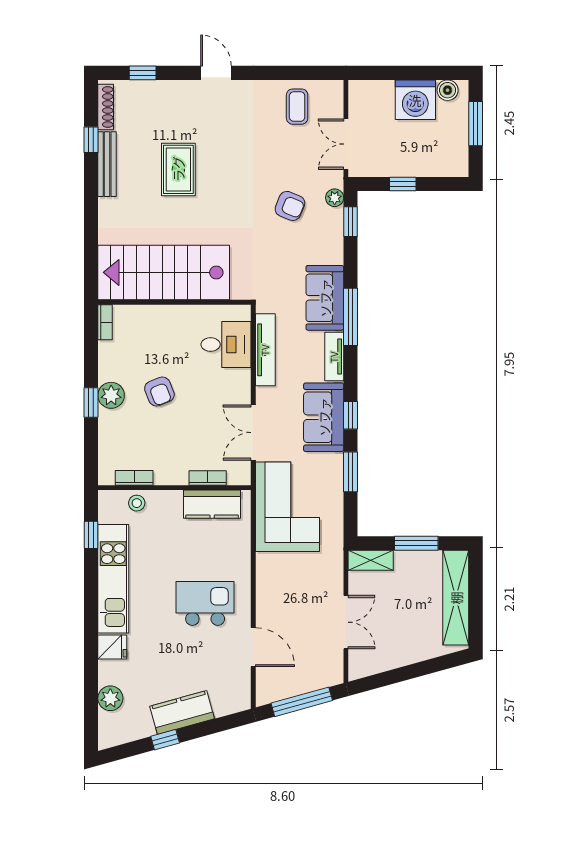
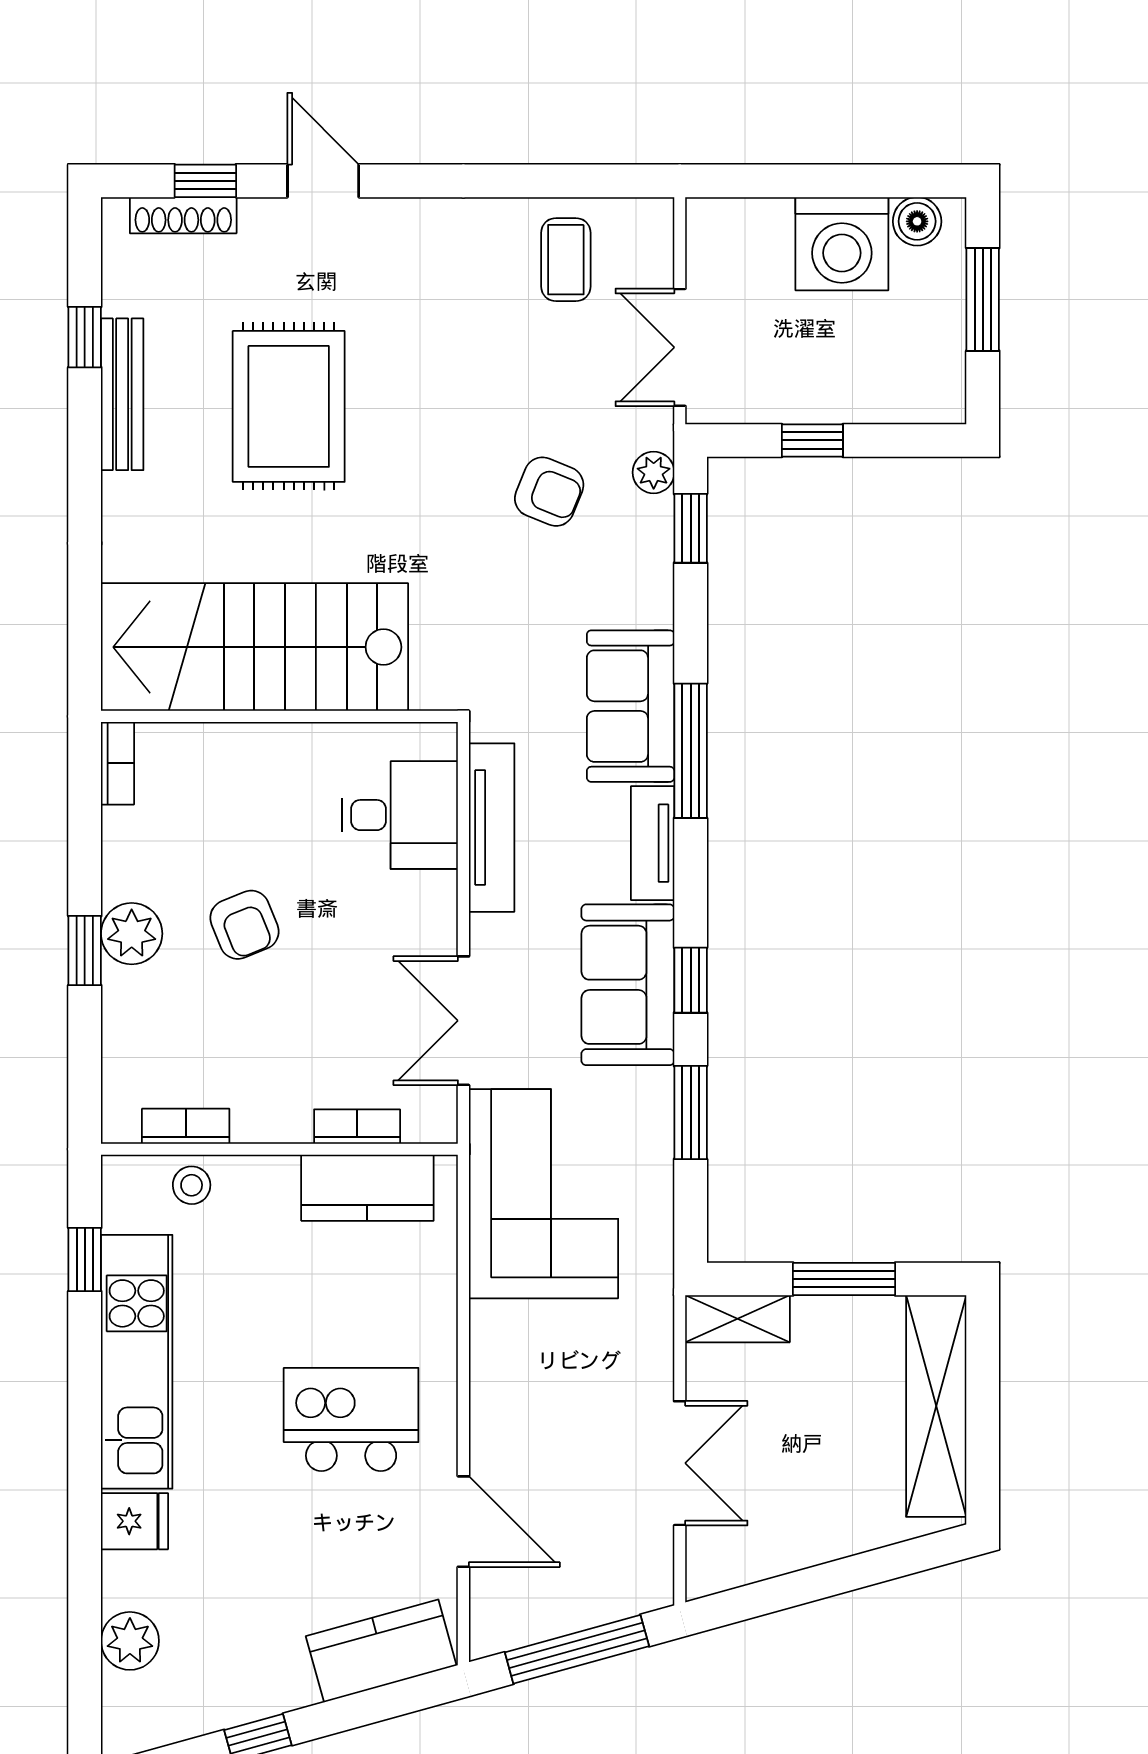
door: (216, 73) -> (323, 181), moved
shoe rack: (106, 107) -> (183, 215), moved, turned 90
rug: (178, 169) -> (289, 406), width x1.36, depth x1.43
kitchen counter: (182, 712) -> (381, 1651), moved

